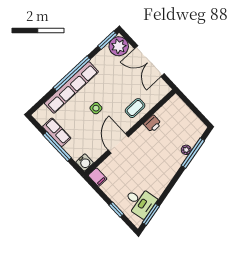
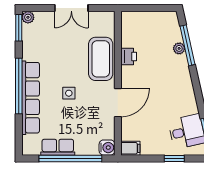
plant: (119, 46) -> (28, 17), width x0.53, depth x0.53
double door: (149, 61) -> (71, 8), width x0.73
coffee table: (135, 108) -> (101, 59), width x1.86, depth x1.72
door: (118, 143) -> (118, 103), swing flipped
window: (57, 146) -> (70, 158), width x1.46

